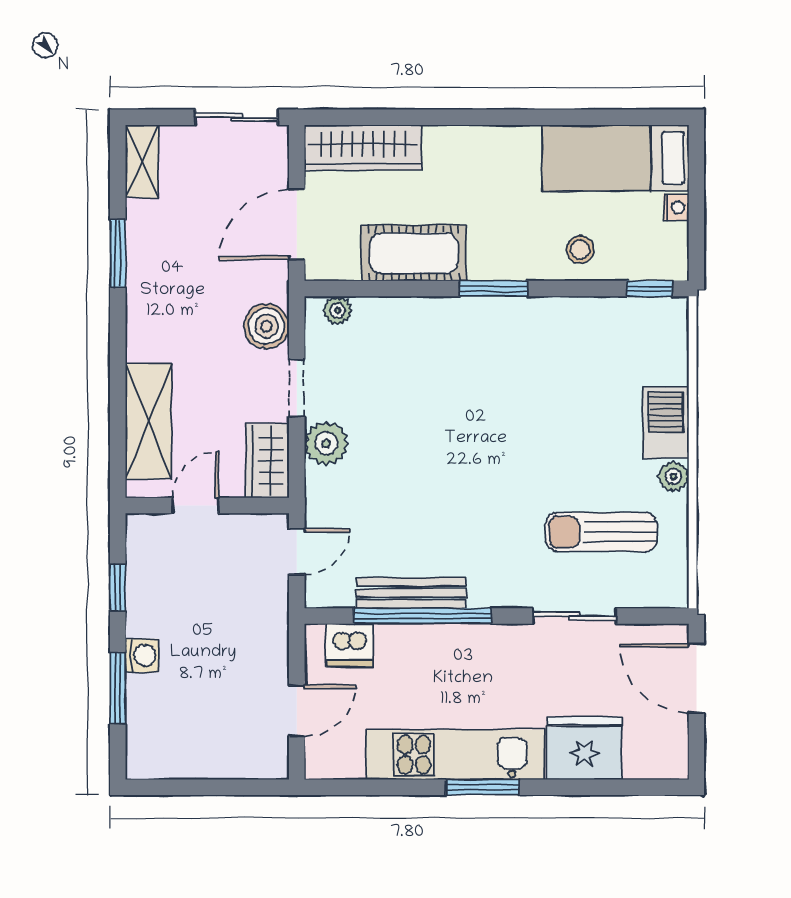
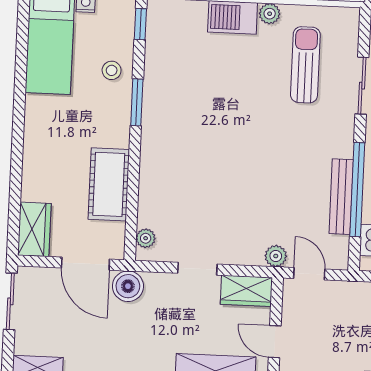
wardrobe: (363, 148) -> (34, 229), width x0.67
window: (493, 289) -> (137, 102), moved
boiler: (266, 326) -> (128, 286), moved
plant: (326, 443) -> (276, 256), moved, width x0.73, depth x0.73
sun lounger: (601, 532) -> (305, 65), turned 180

